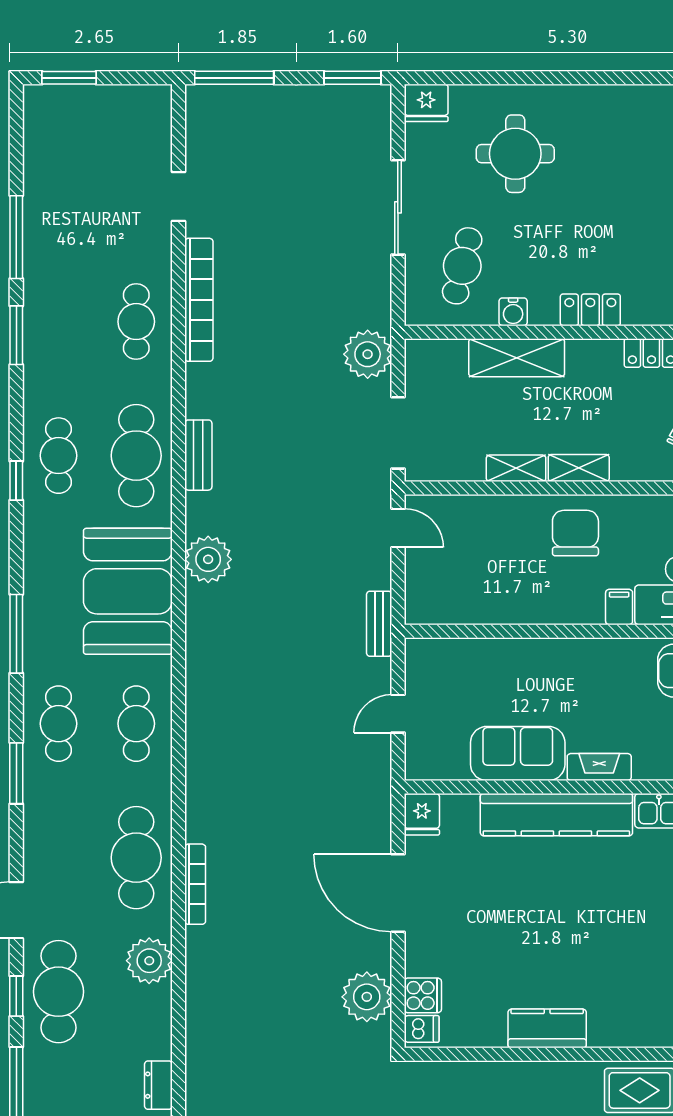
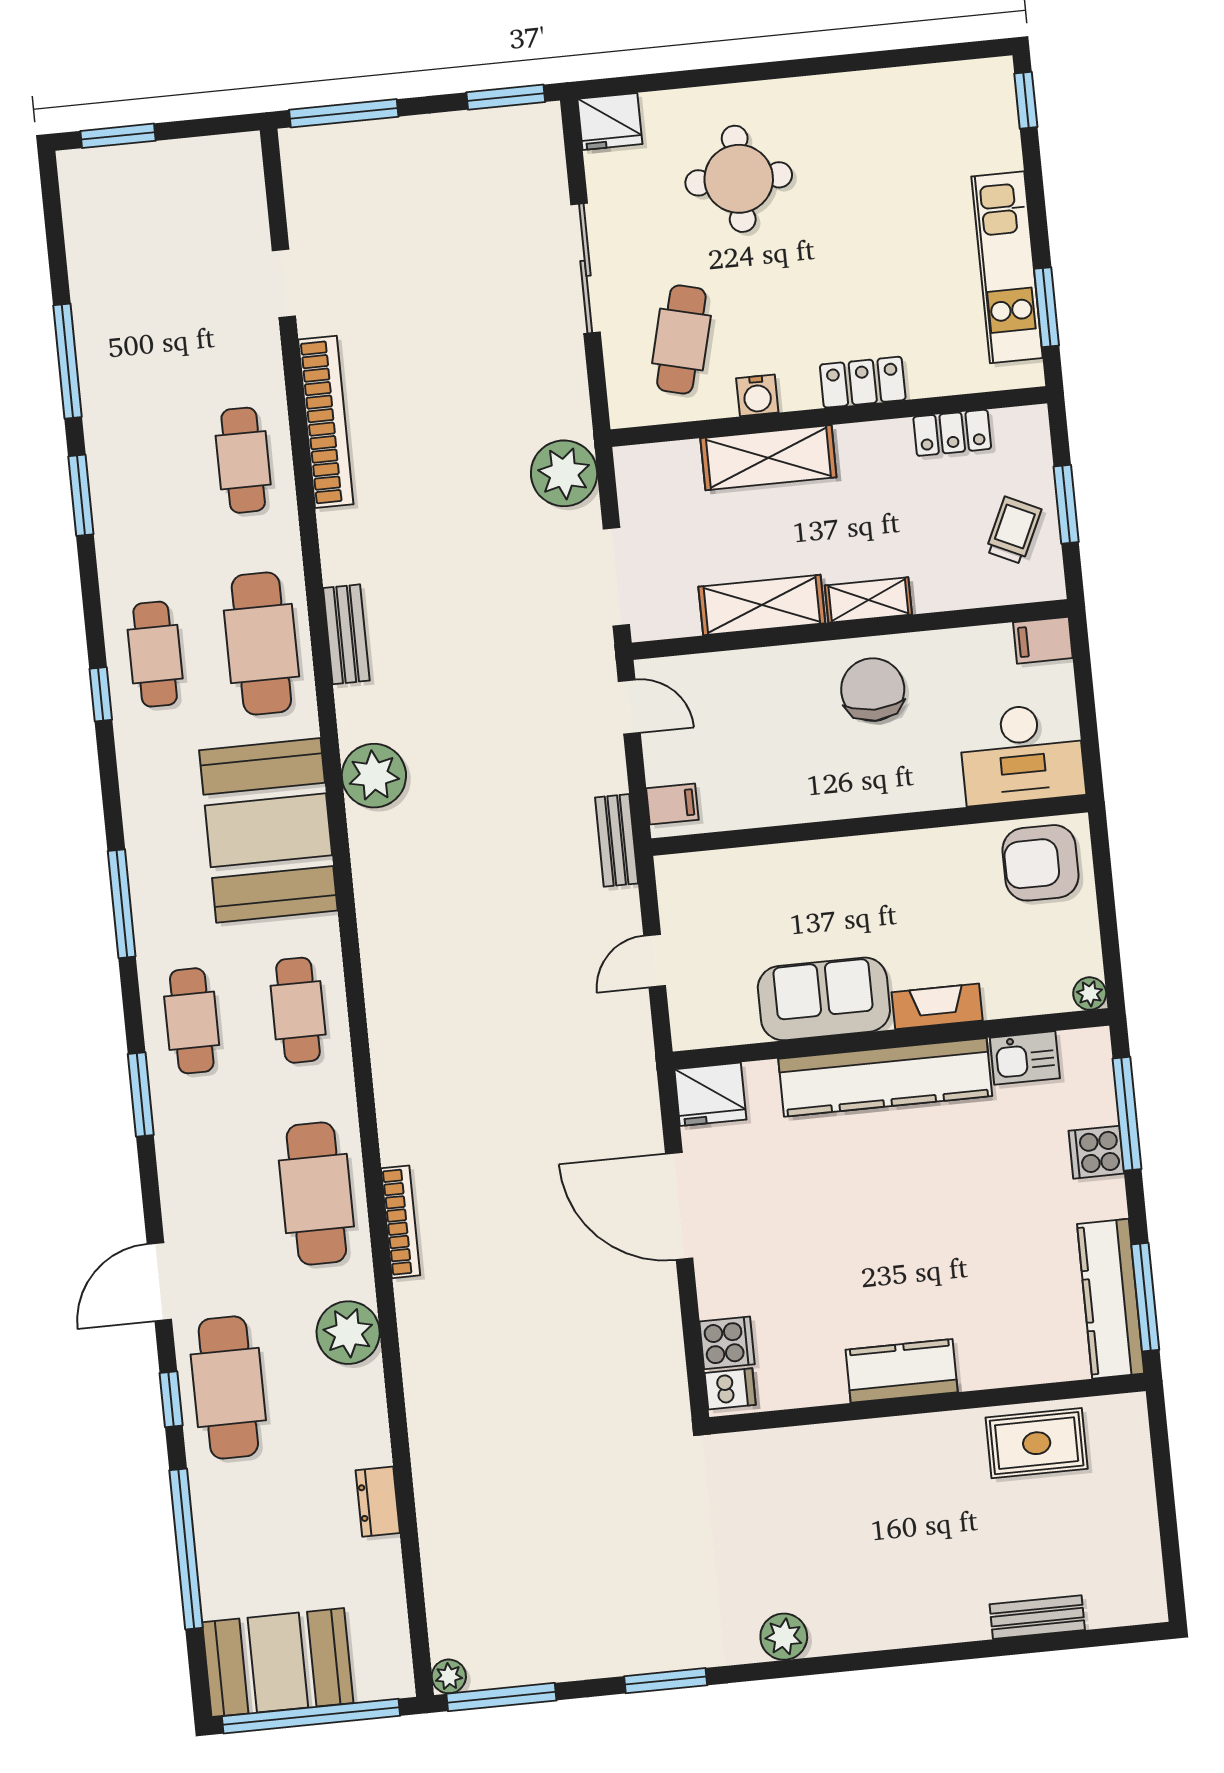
shelving: (516, 468) -> (762, 605), width x1.50, depth x1.33
filing cabinet: (619, 607) -> (672, 804), moved, turned 90
fridge: (422, 814) -> (710, 1094), width x1.38
plant: (367, 997) -> (651, 1352), removed

